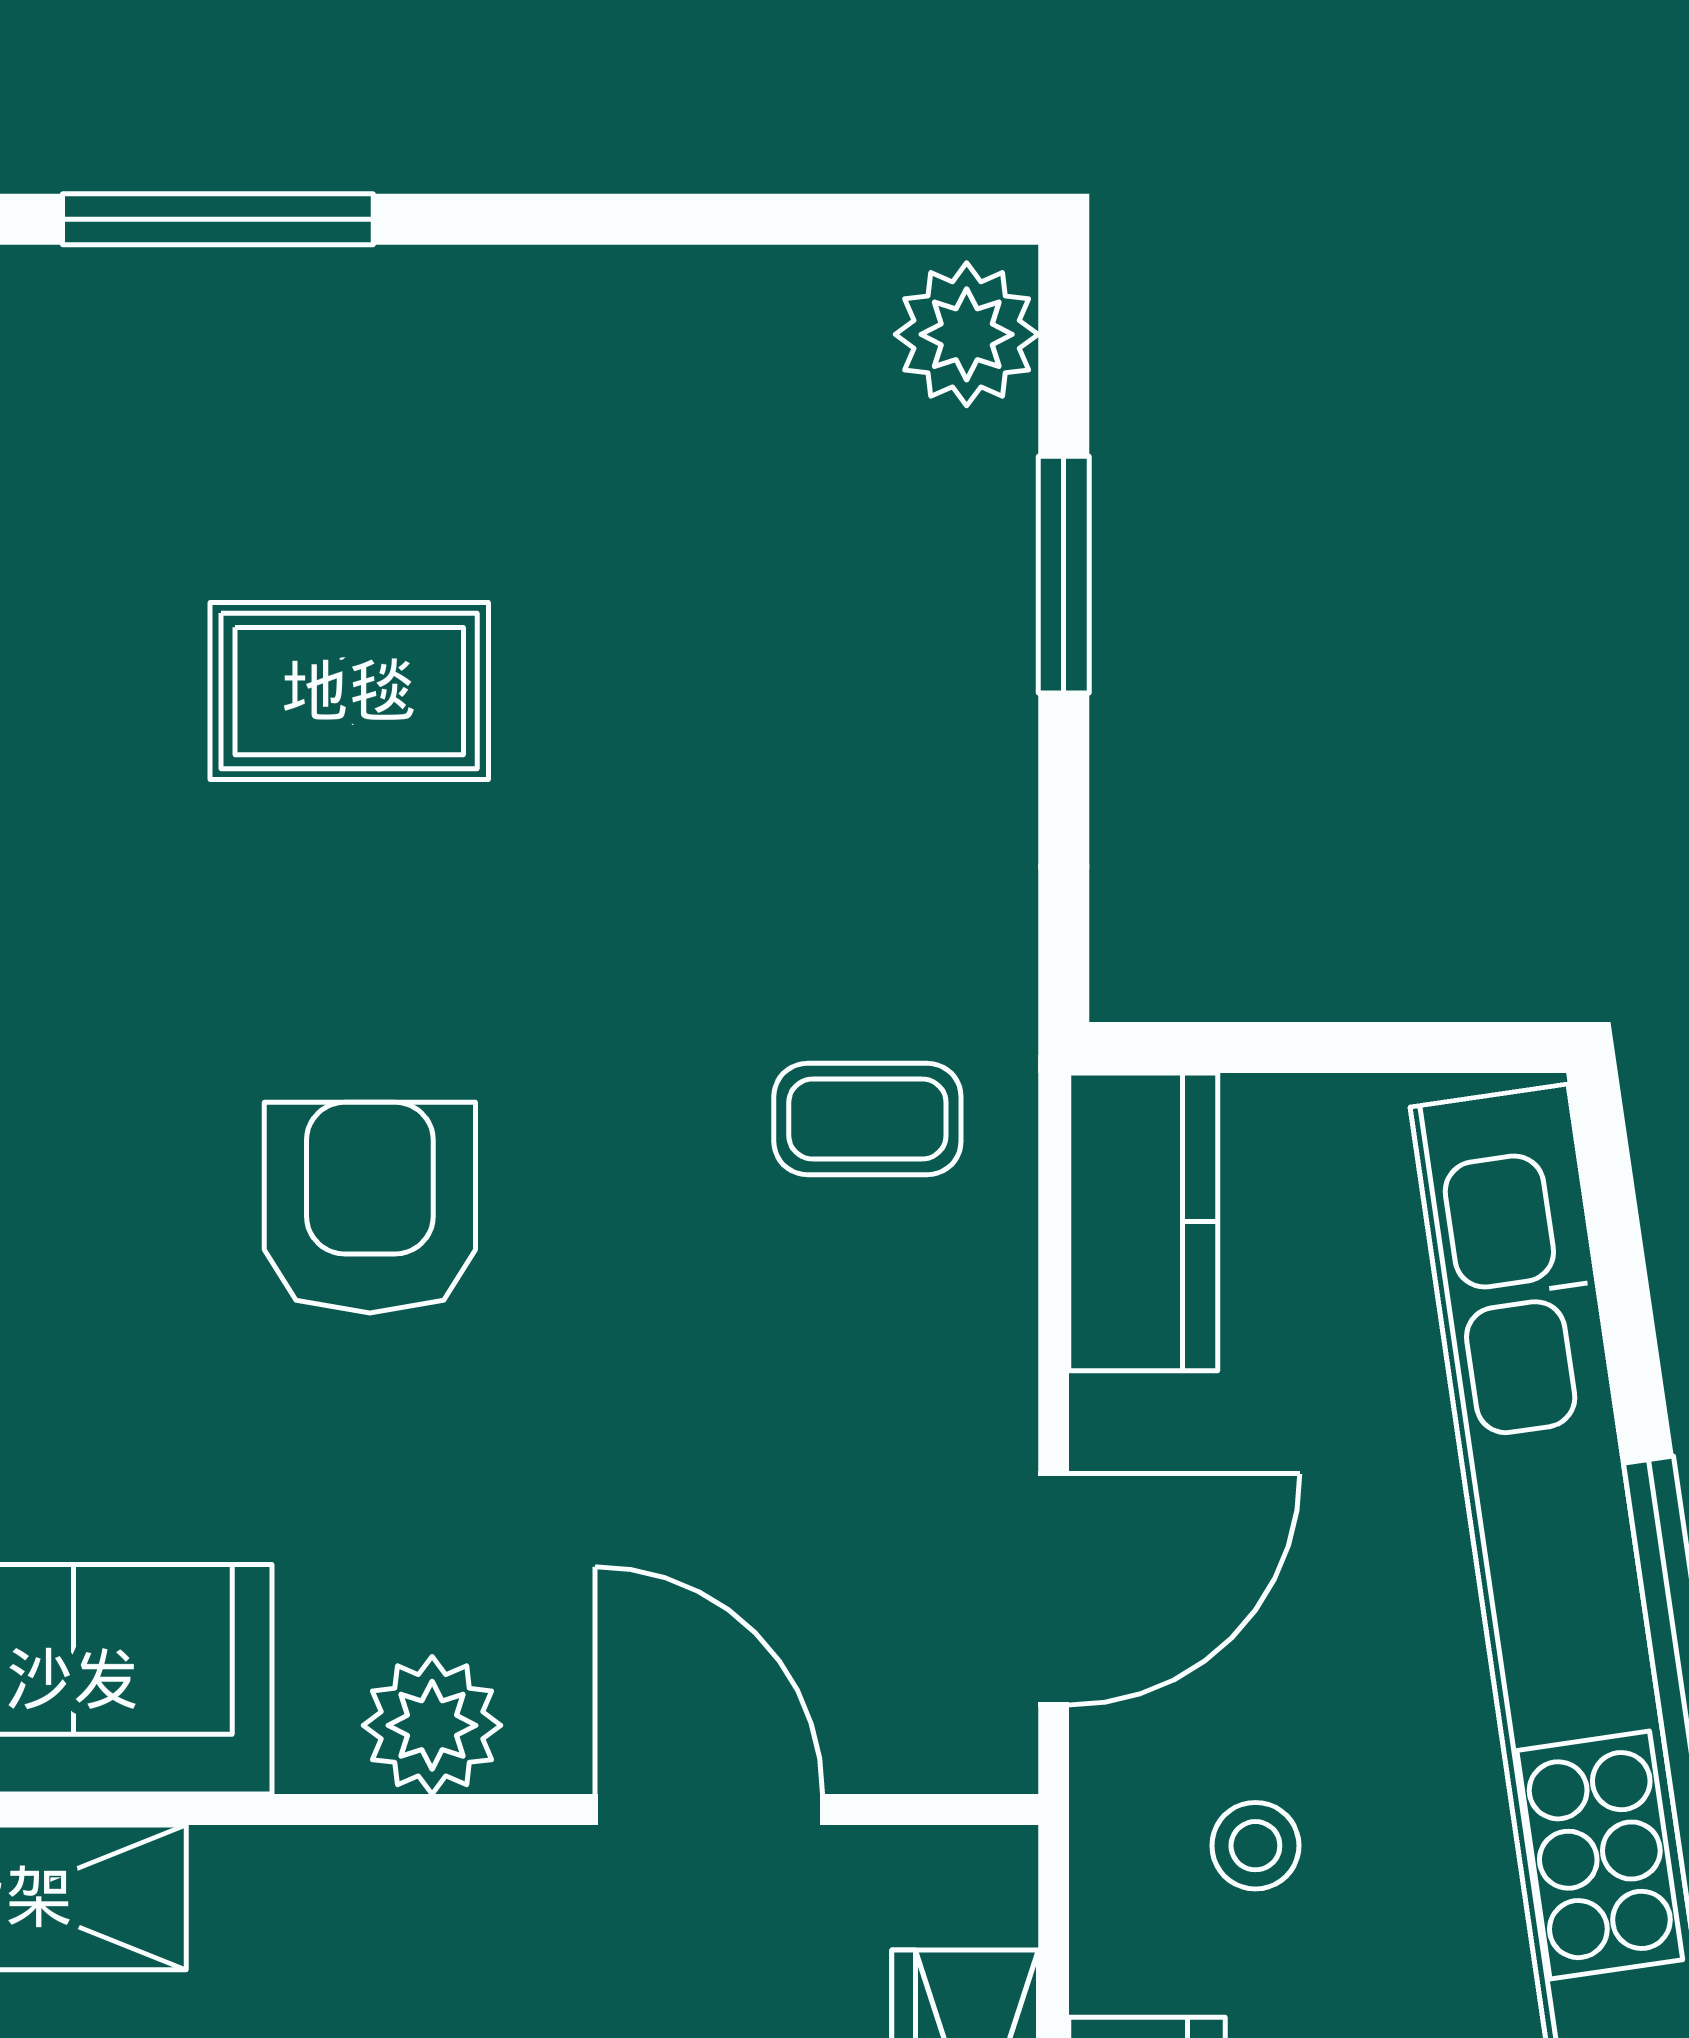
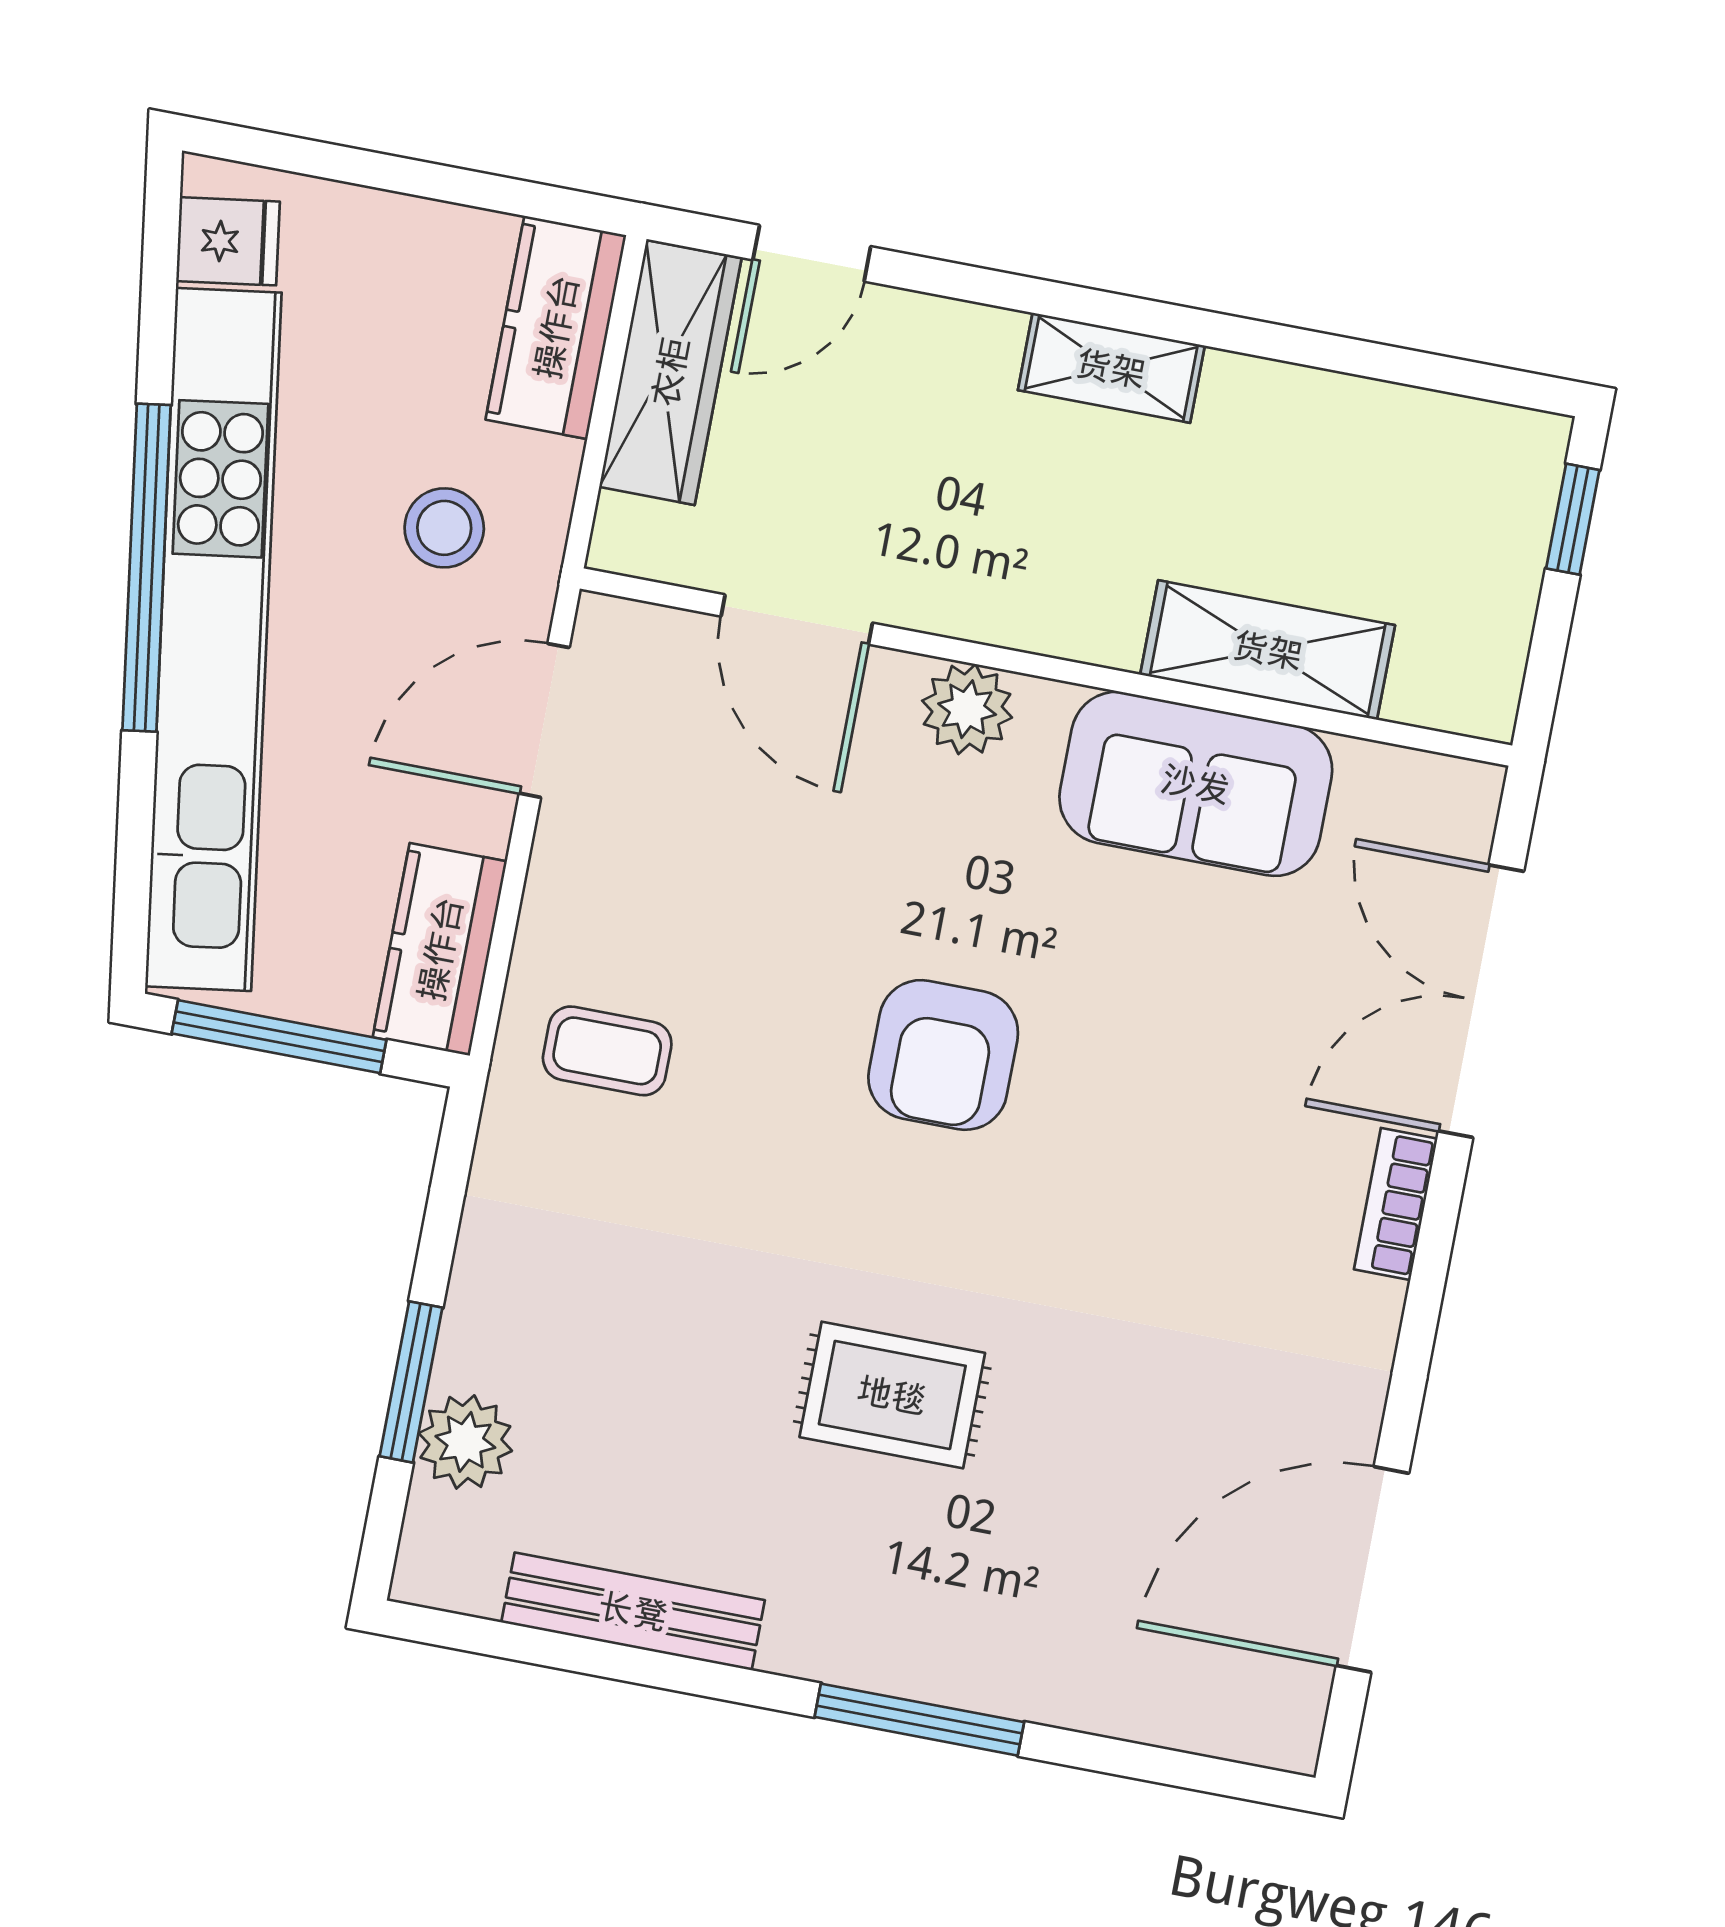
bench: (671, 298) -> (633, 1611), added
plant: (967, 334) -> (465, 1442), moved
window: (1356, 1048) -> (279, 1037), added
stool: (1255, 1846) -> (444, 528), width x1.37, depth x1.37

